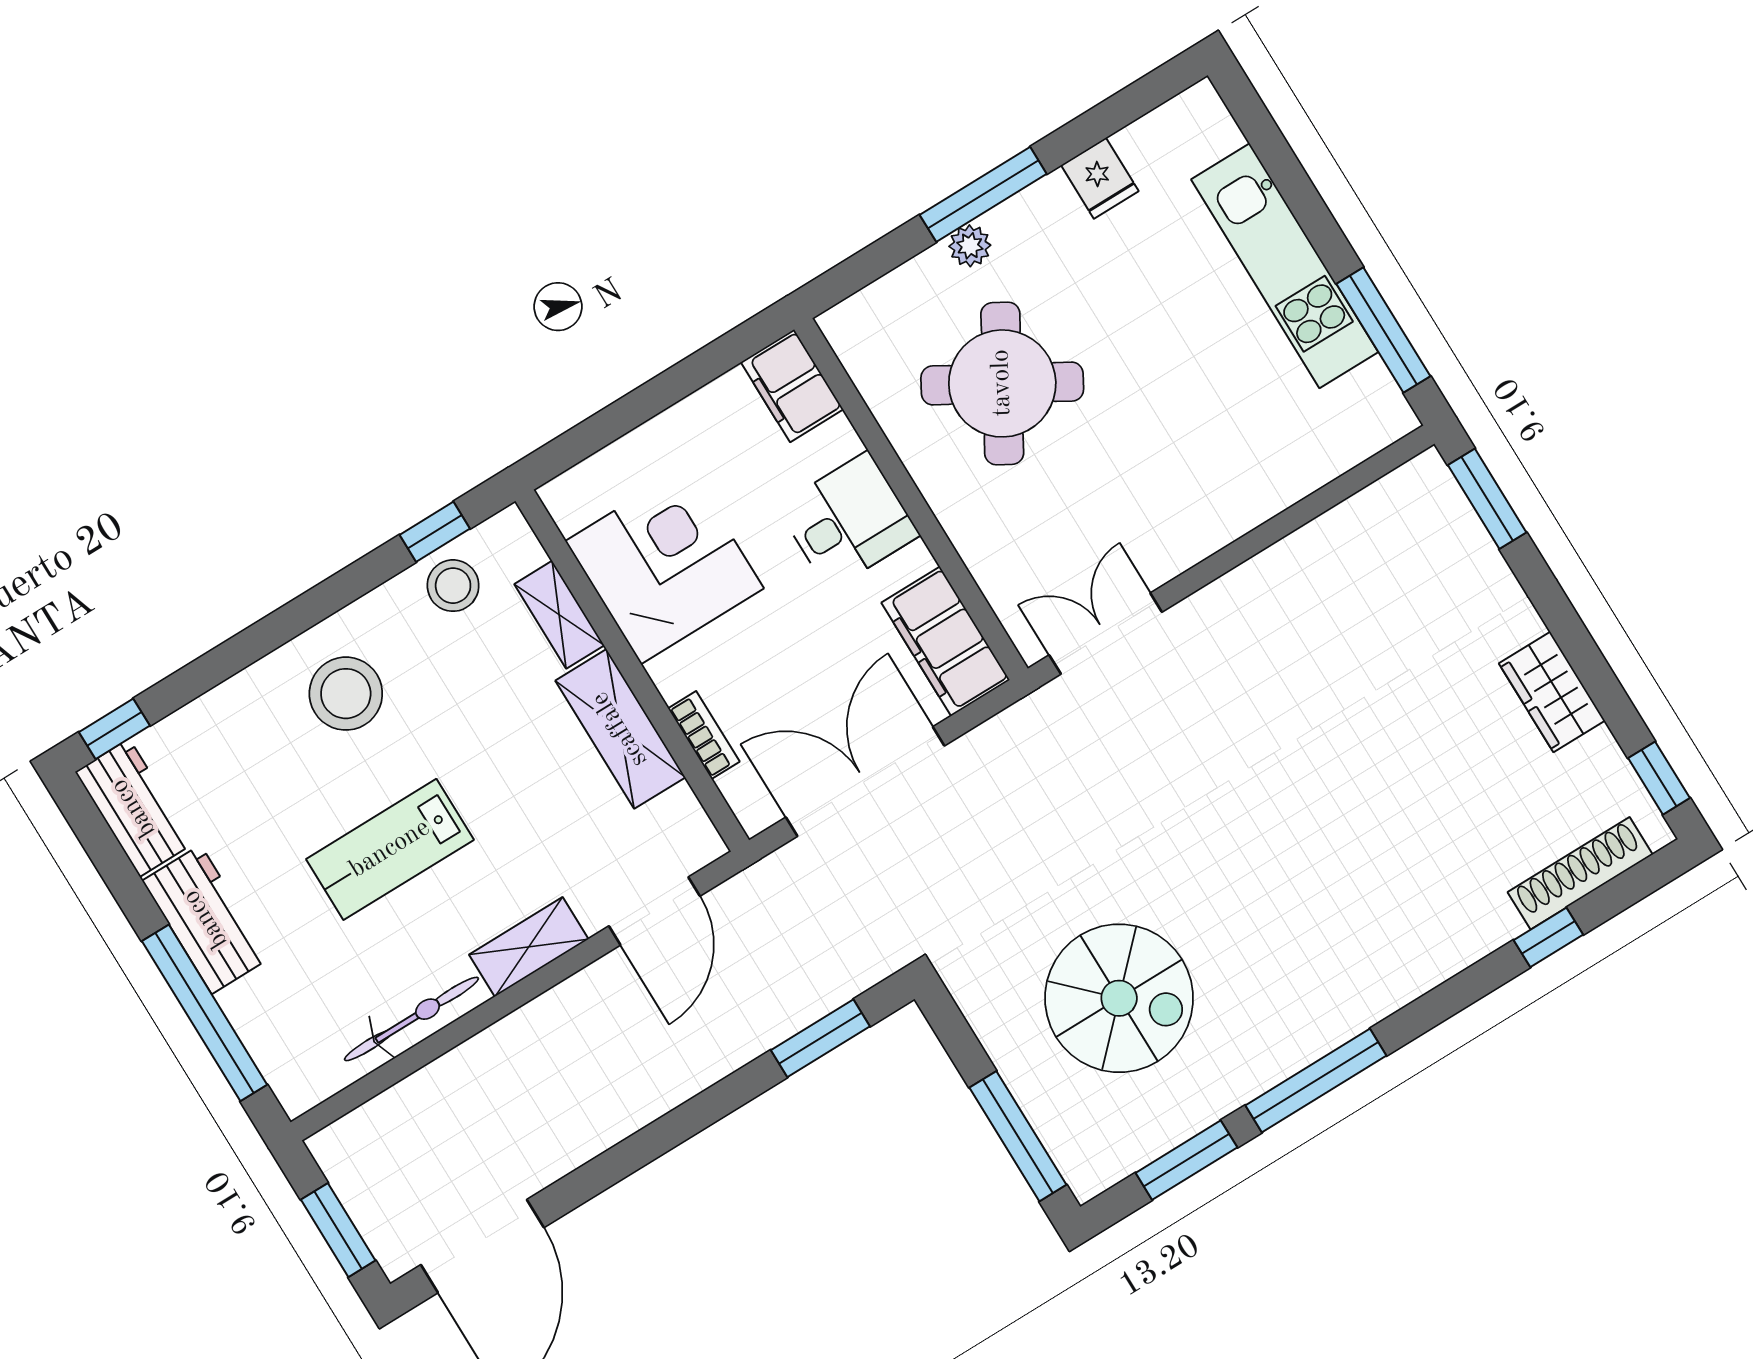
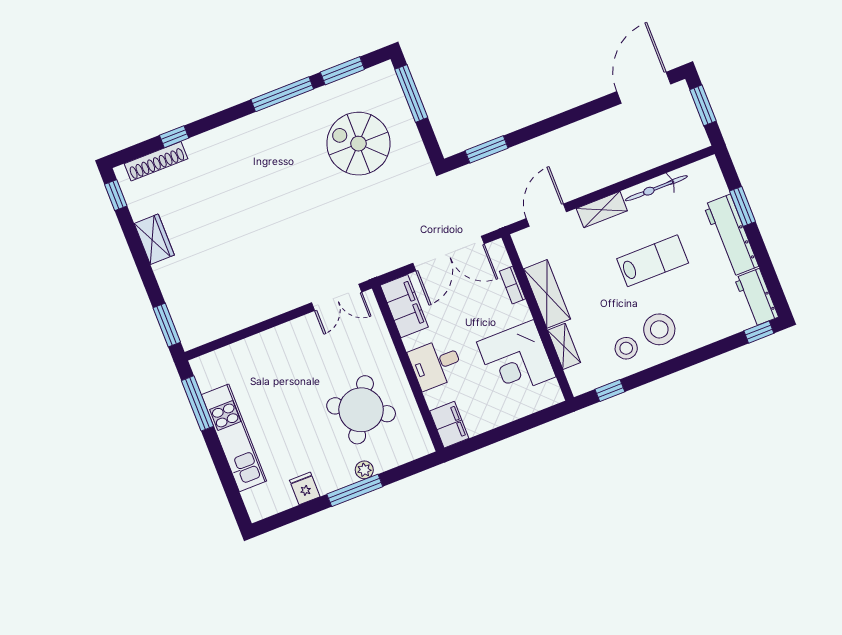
stool: (453, 586) -> (626, 348), moved
workbench: (206, 919) -> (731, 235), width x1.38
window: (205, 1013) -> (743, 206), width x0.47

